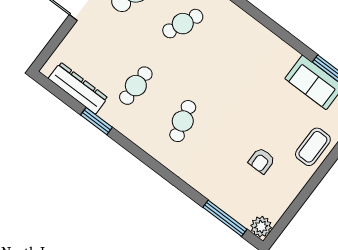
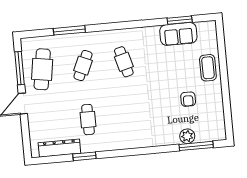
cafe table: (183, 121) -> (124, 62), moved
plant: (261, 227) -> (187, 136), moved

